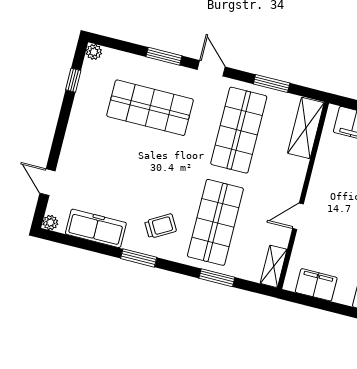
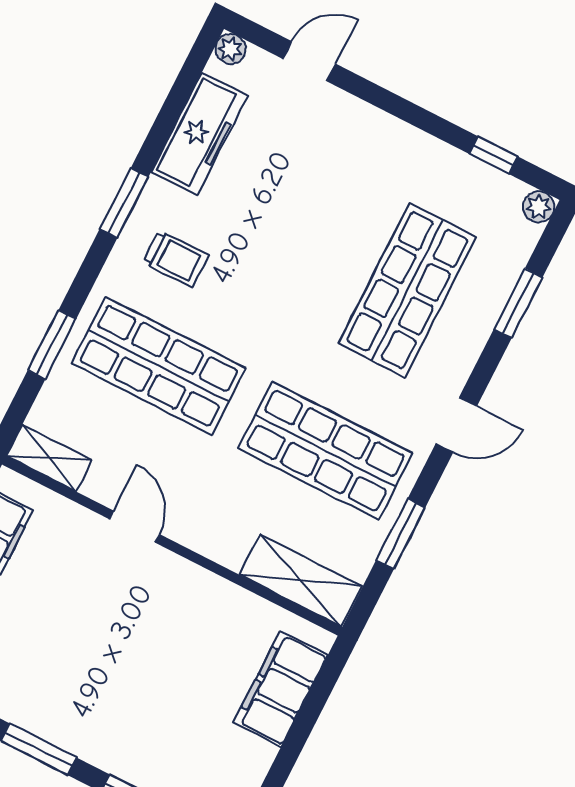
window: (164, 56) -> (518, 303), moved
trolley: (161, 226) -> (176, 259), turned -60

